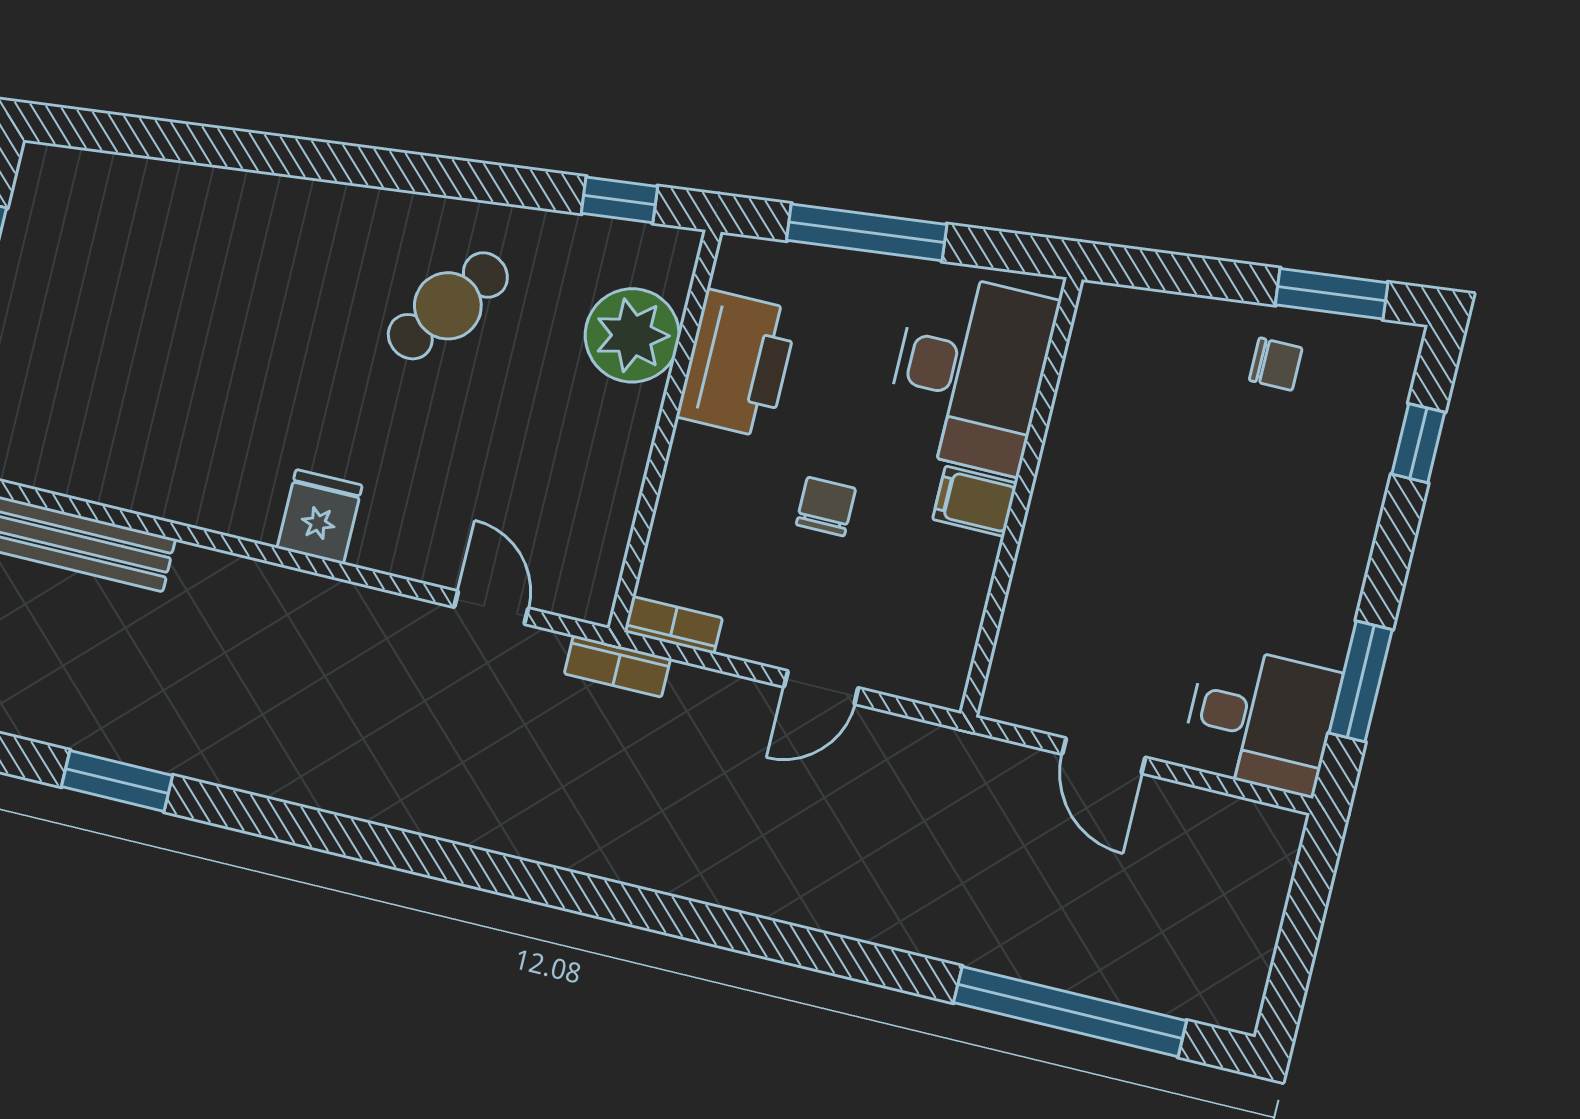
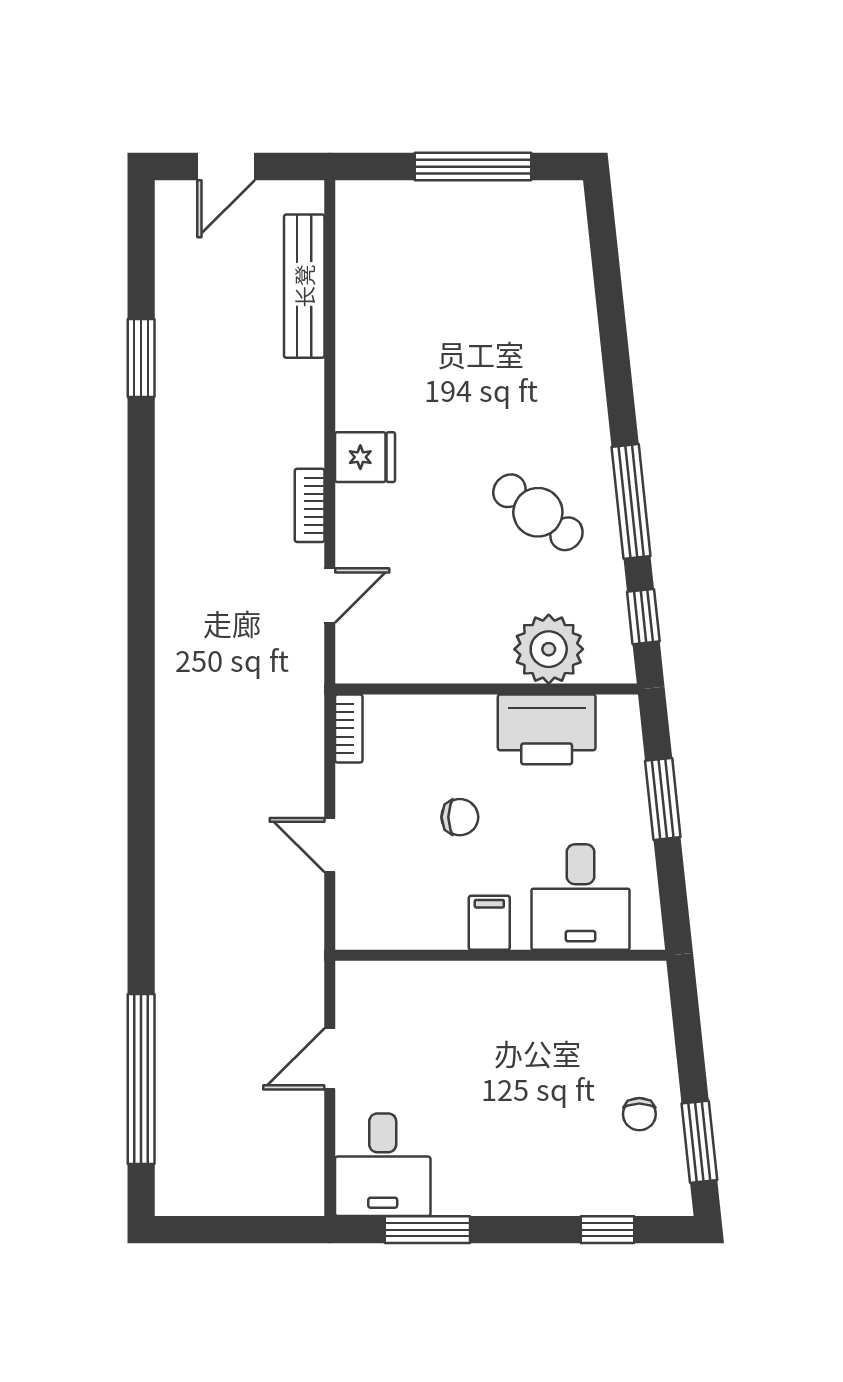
window: (463, 179) -> (631, 501), added
window: (867, 232) -> (663, 799), width x0.69
desk: (970, 373) -> (581, 897), width x0.73
bookcase: (617, 666) -> (310, 505), moved

